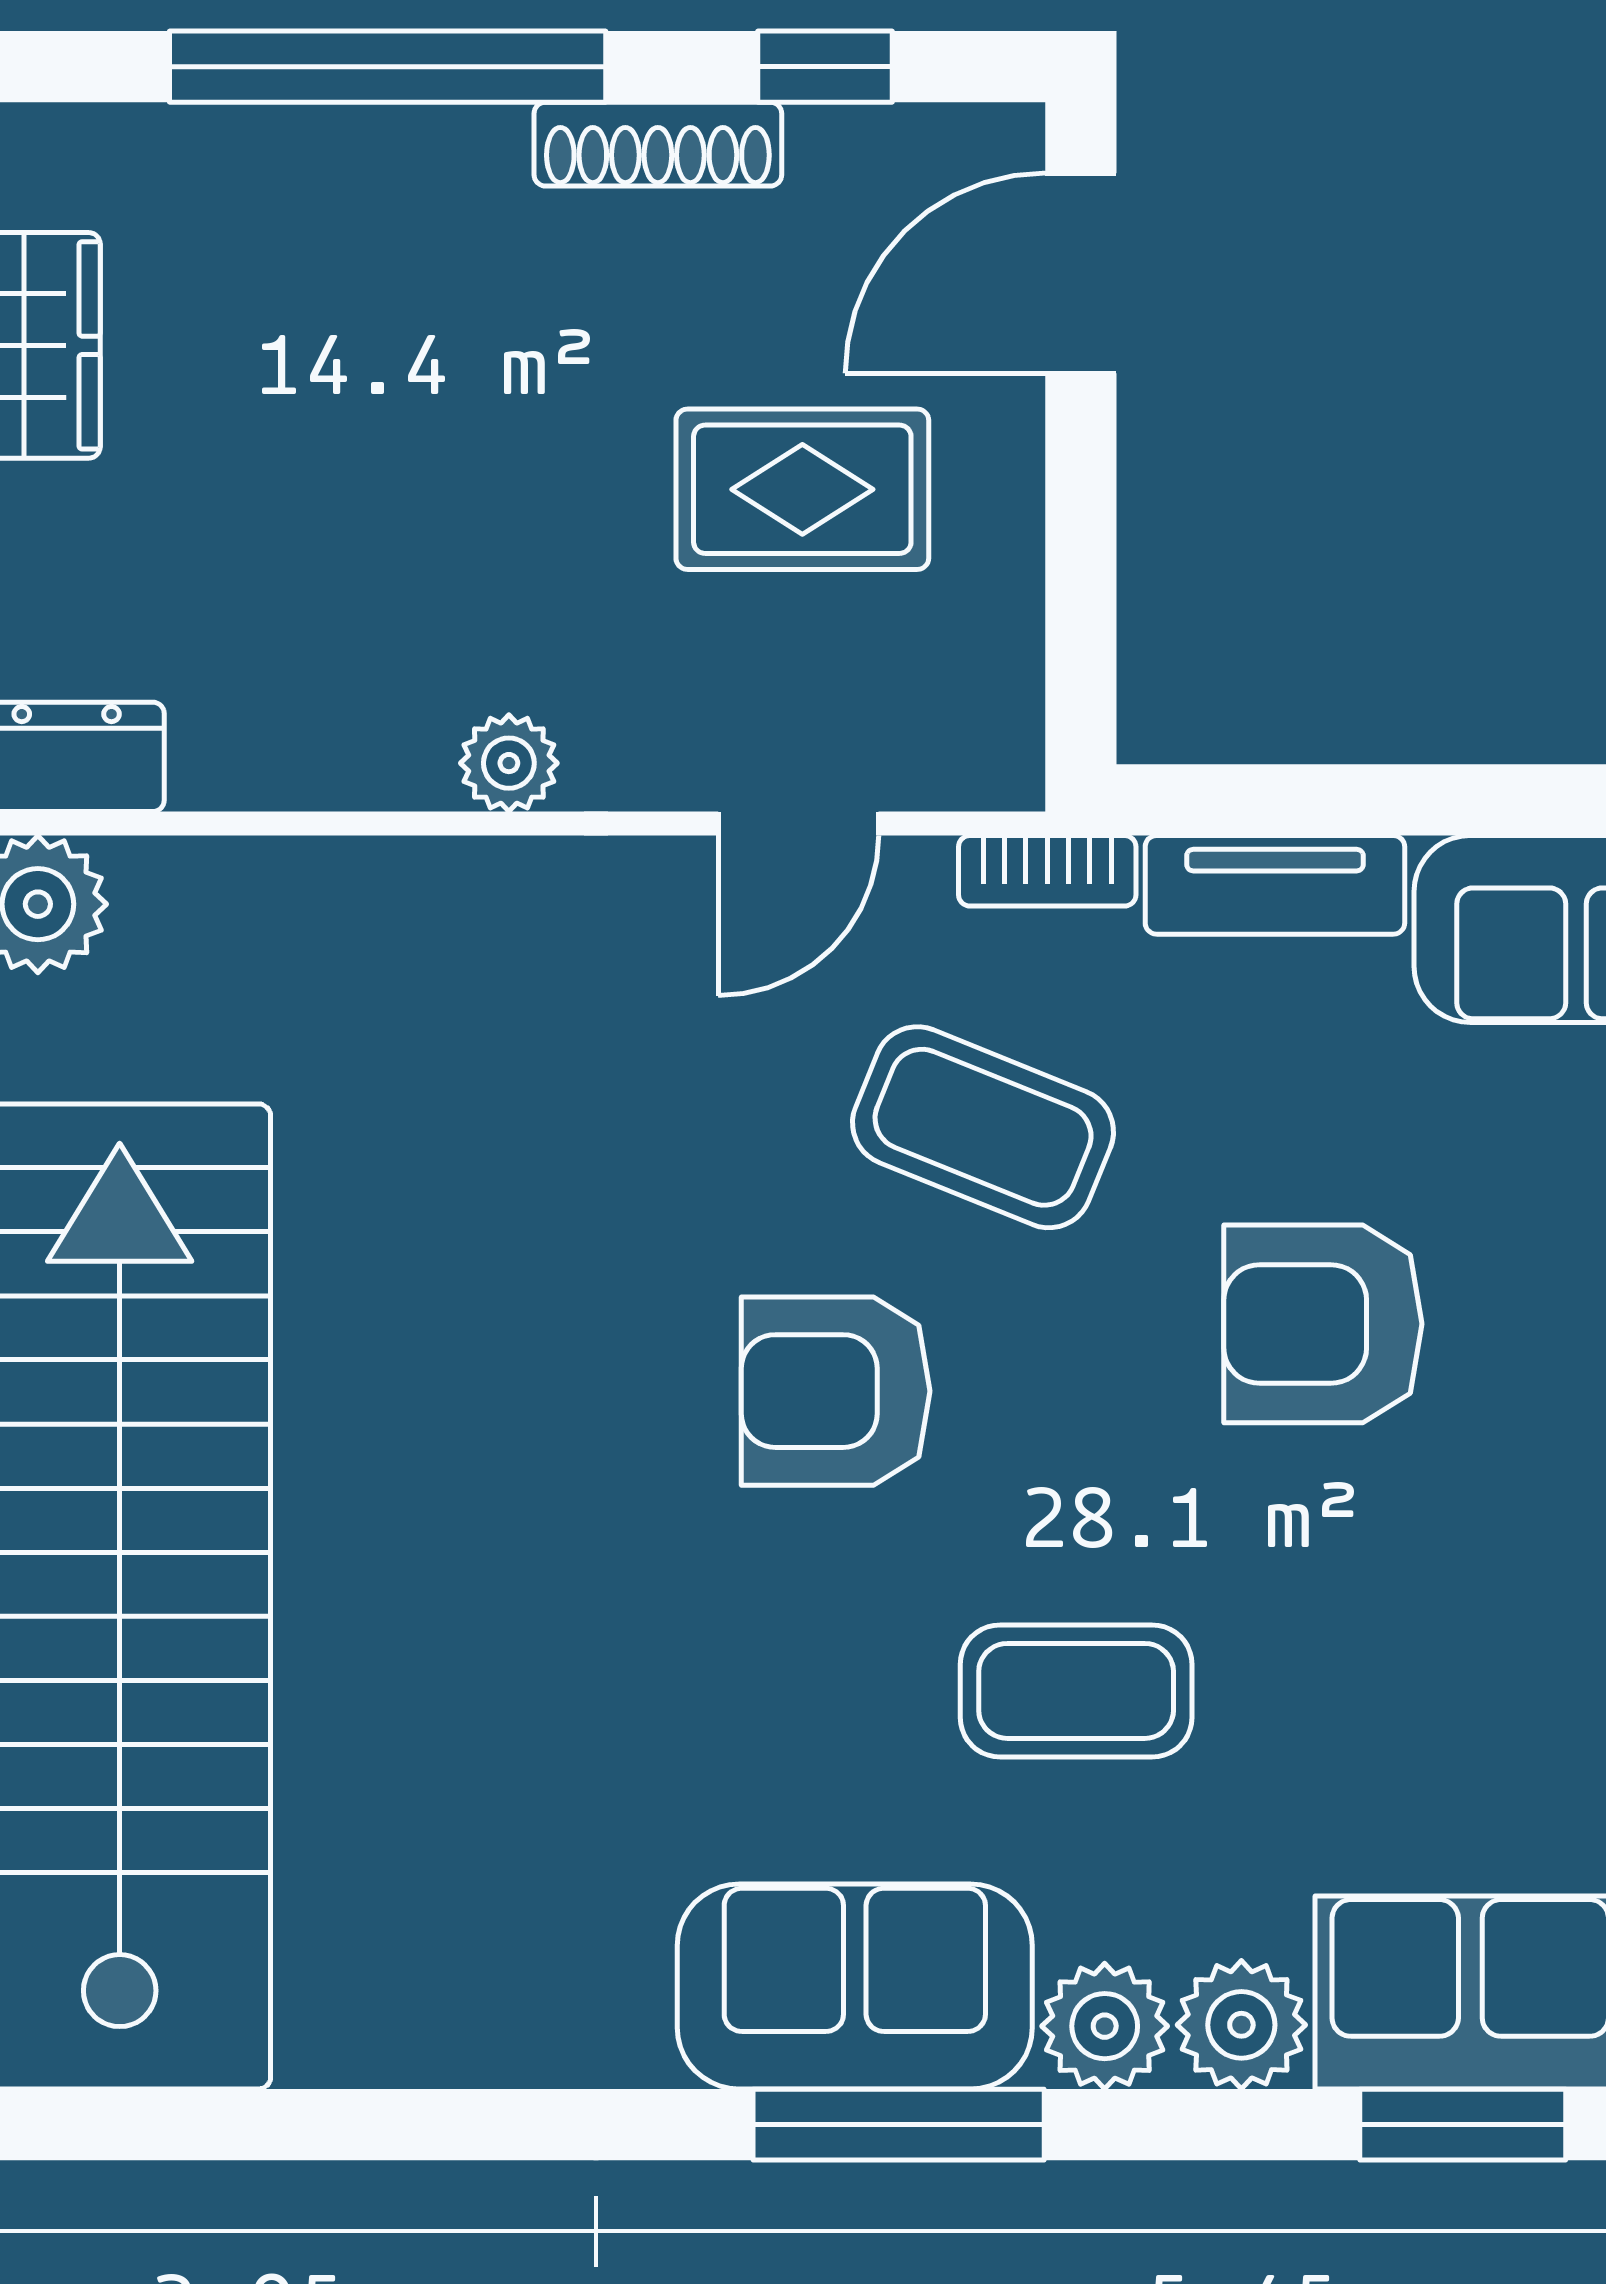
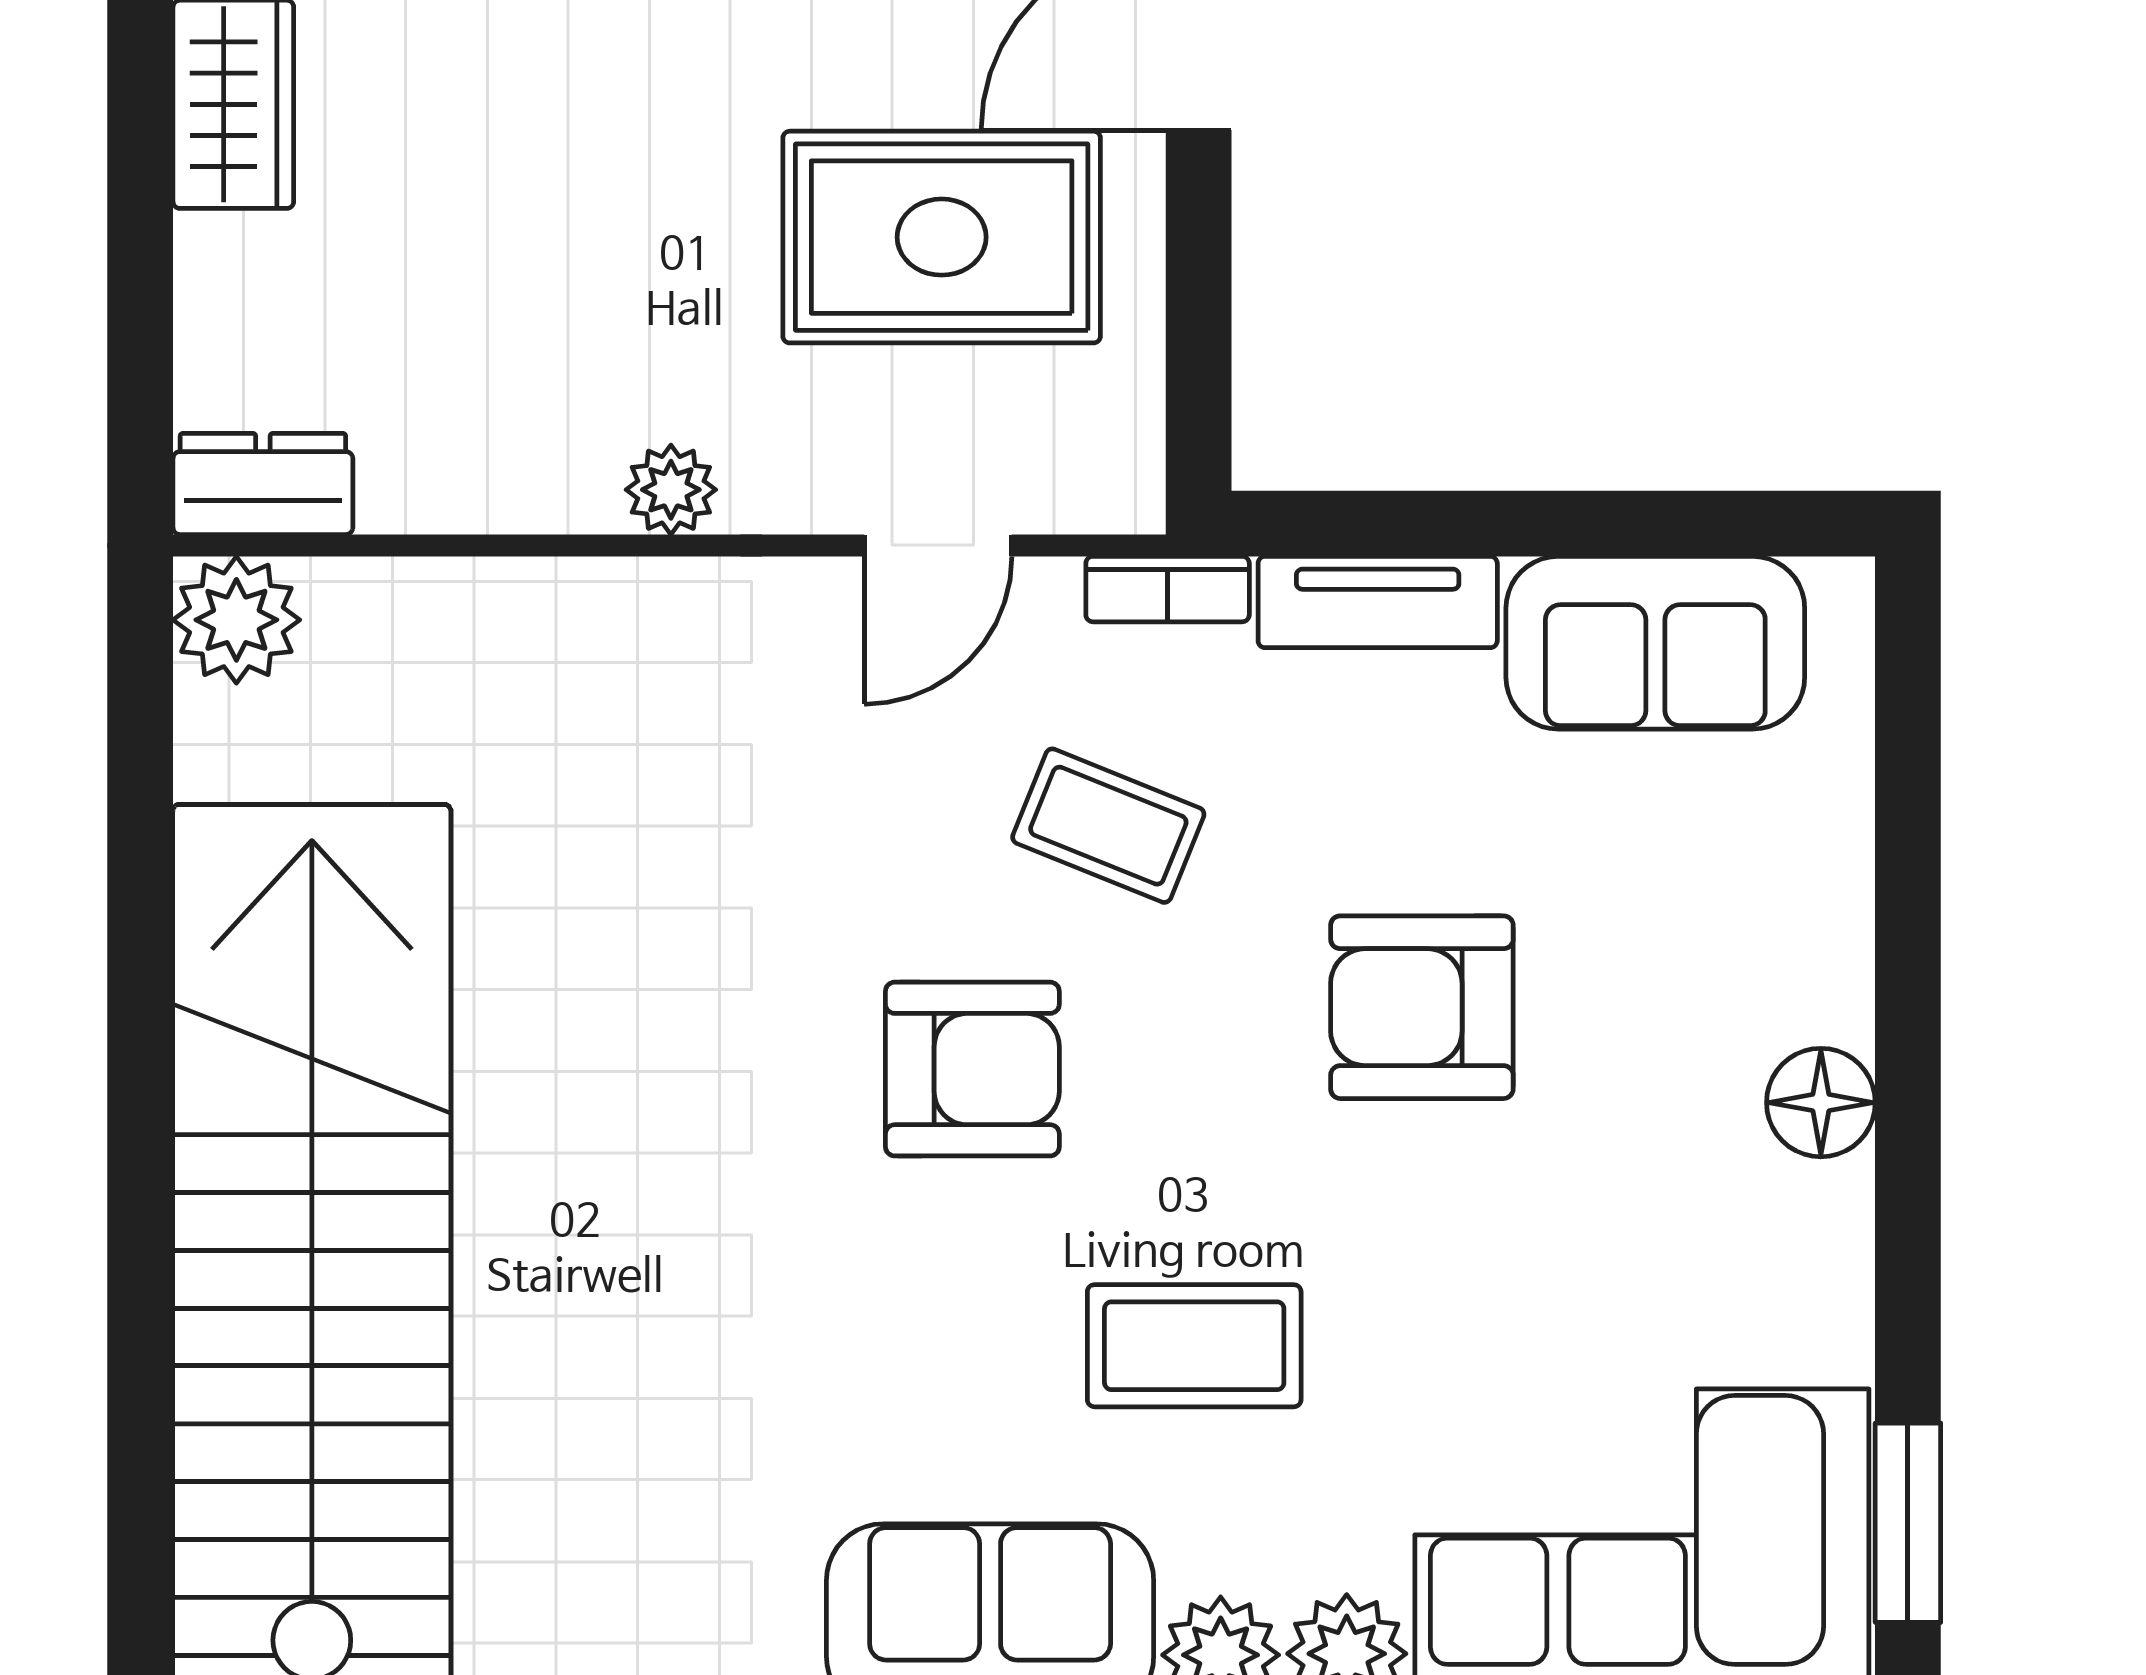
rug: (802, 489) -> (942, 237), width x1.36, depth x1.43
coffee table: (983, 1127) -> (1108, 826), width x0.73, depth x0.77
armchair: (836, 1391) -> (972, 1069), turned 180

